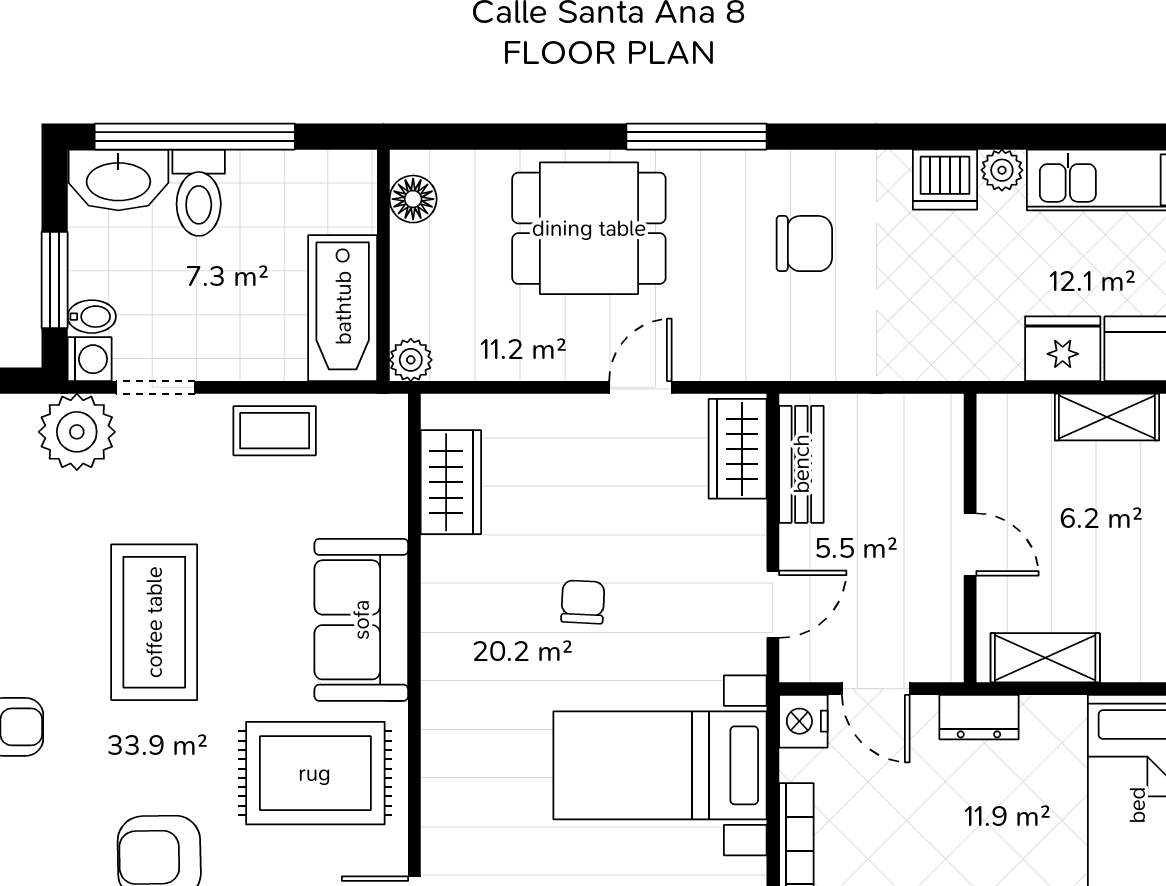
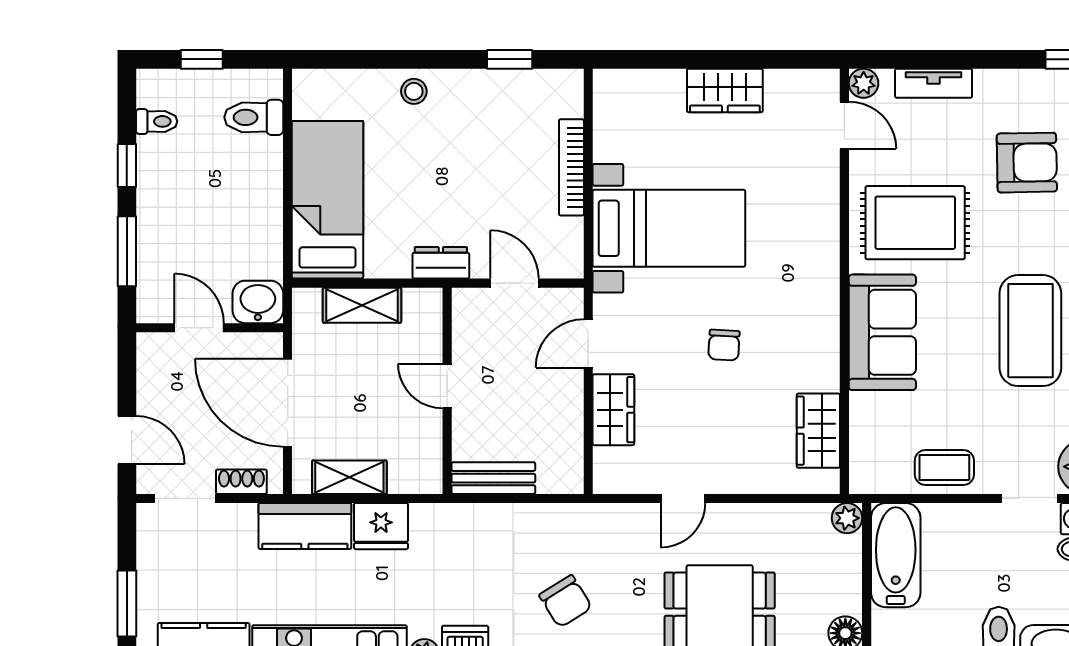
chair: (804, 244) -> (566, 601), turned -122
wardrobe: (738, 449) -> (613, 410), moved
bench: (801, 464) -> (493, 478), moved, turned 90
shelving: (1045, 658) -> (362, 305), moved
nightstand: (803, 721) -> (566, 260), removed

